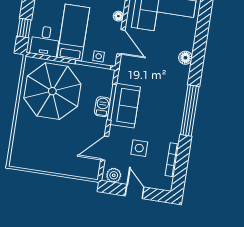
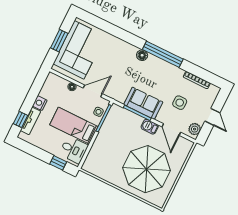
floor lamp: (185, 58) -> (142, 55), moved
parasol: (52, 91) -> (147, 169), moved
barbecue: (102, 107) -> (150, 127), moved
door: (135, 192) -> (212, 117), swing flipped

